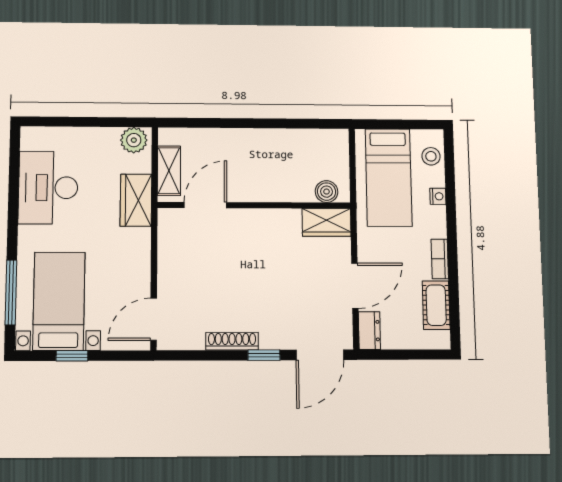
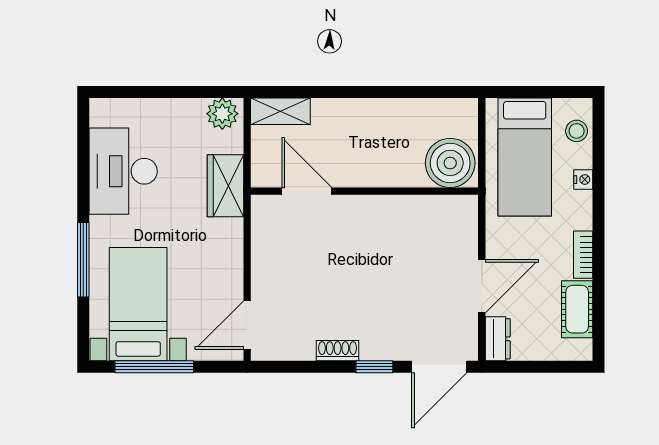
shelving: (169, 171) -> (280, 111), moved, turned 90
boiler: (327, 192) -> (450, 163), width x1.86, depth x1.86
door: (205, 205) -> (307, 191), hinge flipped
wardrobe: (327, 222) -> (450, 211), removed
window: (11, 292) -> (83, 260), moved
shoe rack: (232, 341) -> (338, 351), width x0.70
window: (72, 356) -> (154, 367), width x2.17

